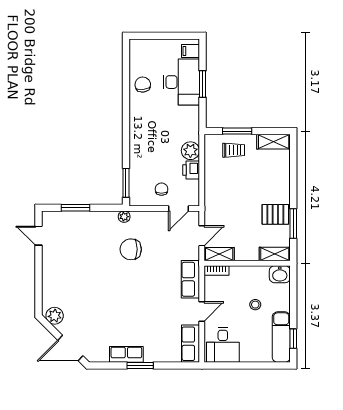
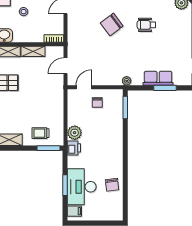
window: (237, 131) -> (49, 148), moved
printer: (191, 170) -> (74, 148), moved
chair: (131, 249) -> (112, 25), moved, turned 143
shelving: (219, 254) -> (33, 51), moved
row of seats: (190, 279) -> (158, 78), moved, turned -90
wheelchair: (99, 288) -> (146, 25), added

